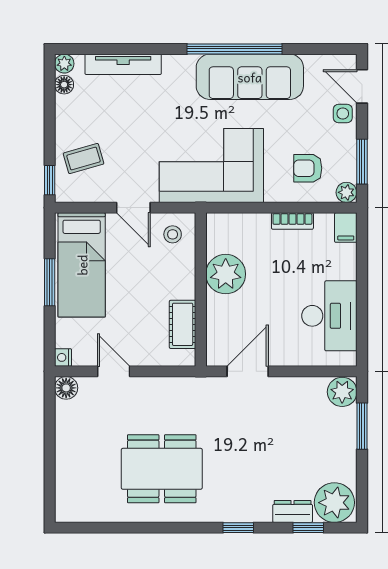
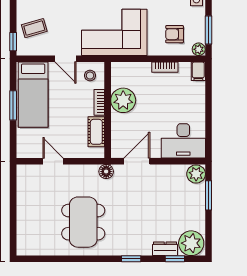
bookcase: (187, 277) -> (99, 102), added
desk: (329, 316) -> (183, 141), moved, turned 90
nightstand: (63, 357) -> (22, 152), removed
floor lamp: (66, 388) -> (106, 172), moved
dining table: (162, 469) -> (83, 222), turned 90

